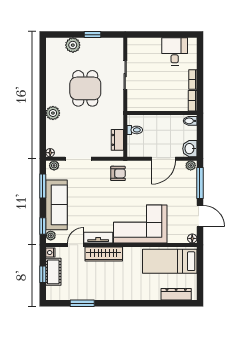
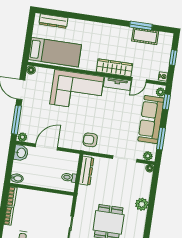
dresser: (117, 140) -> (86, 171), width x1.44
cot: (53, 272) -> (145, 36), moved, turned 90

